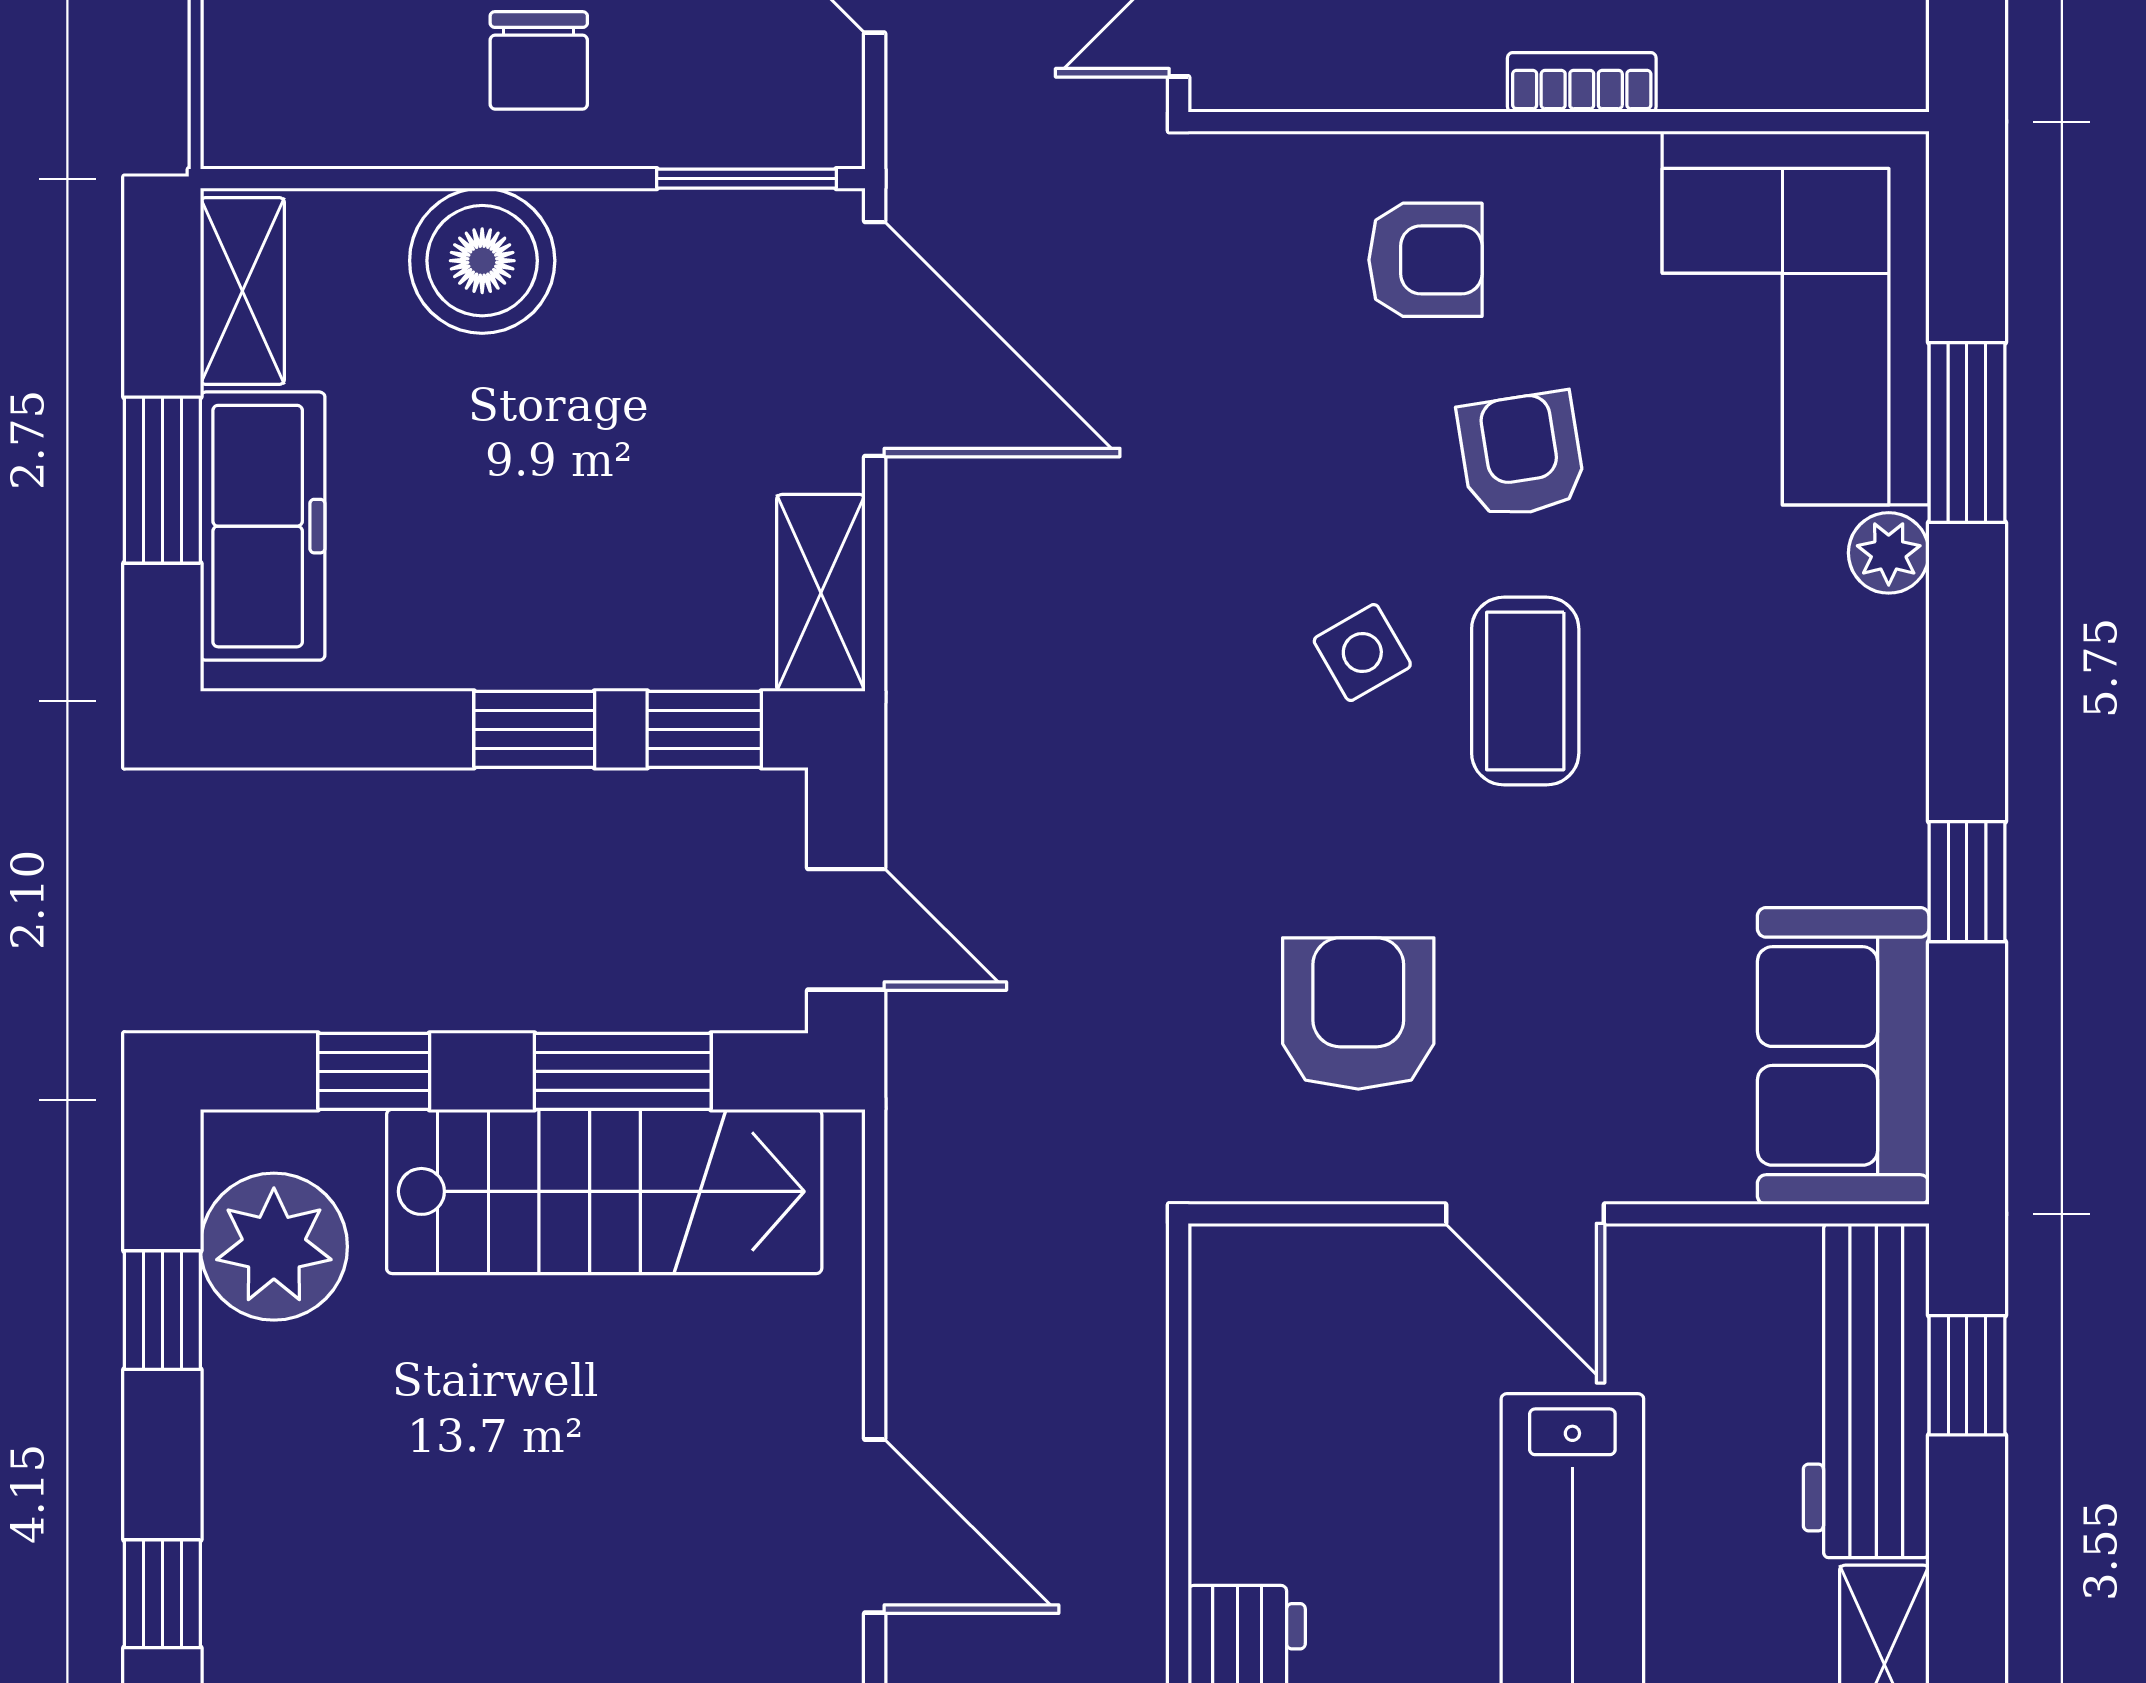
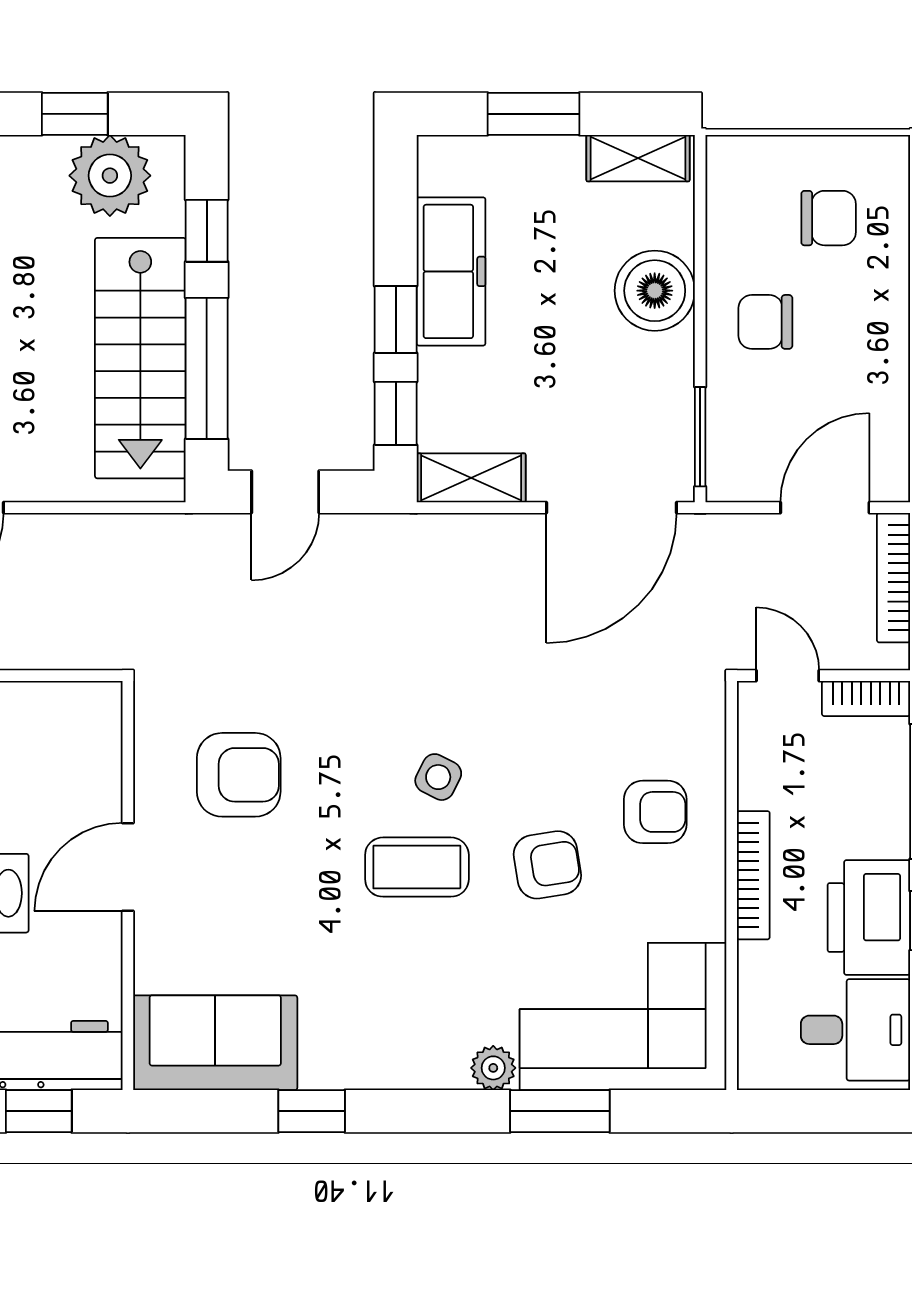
bookcase: (1582, 82) -> (753, 875), width x1.56
armchair: (1425, 260) -> (655, 812), turned -90
freezer: (263, 526) -> (451, 271), moved, turned -90
side table: (1362, 653) -> (438, 777), turned -33
window: (623, 1071) -> (207, 368), width x1.44

